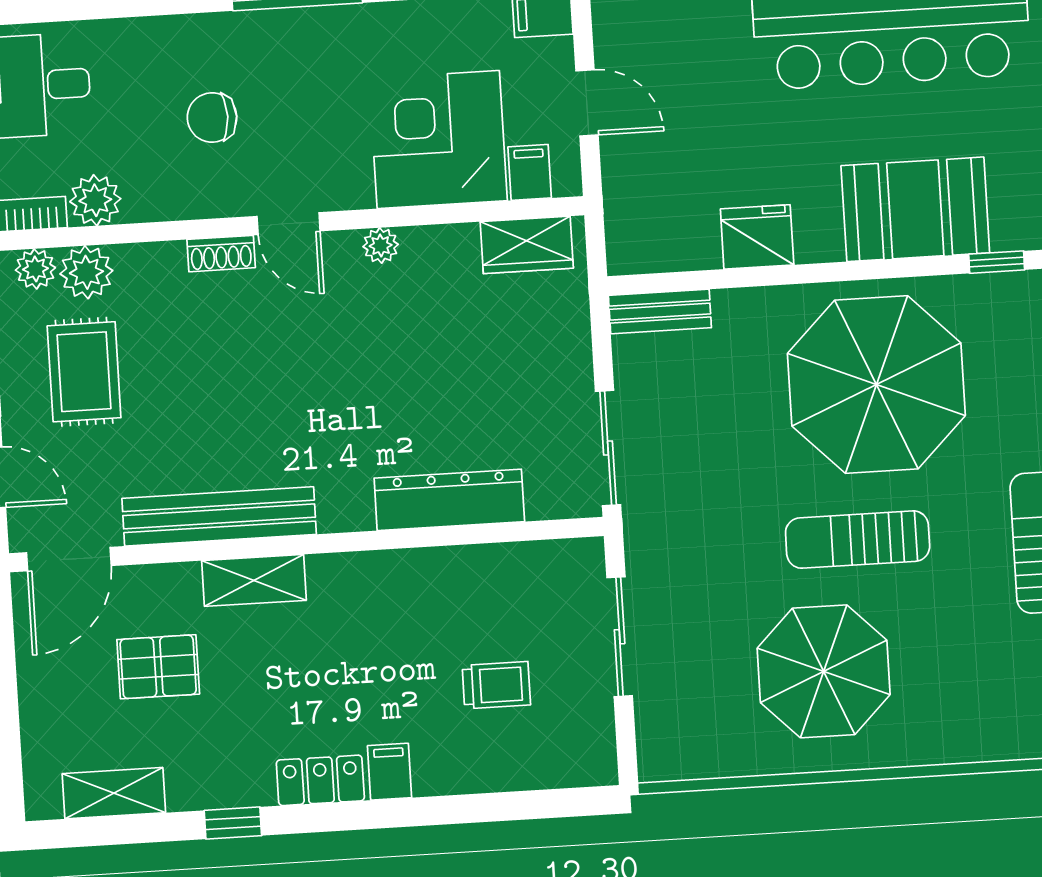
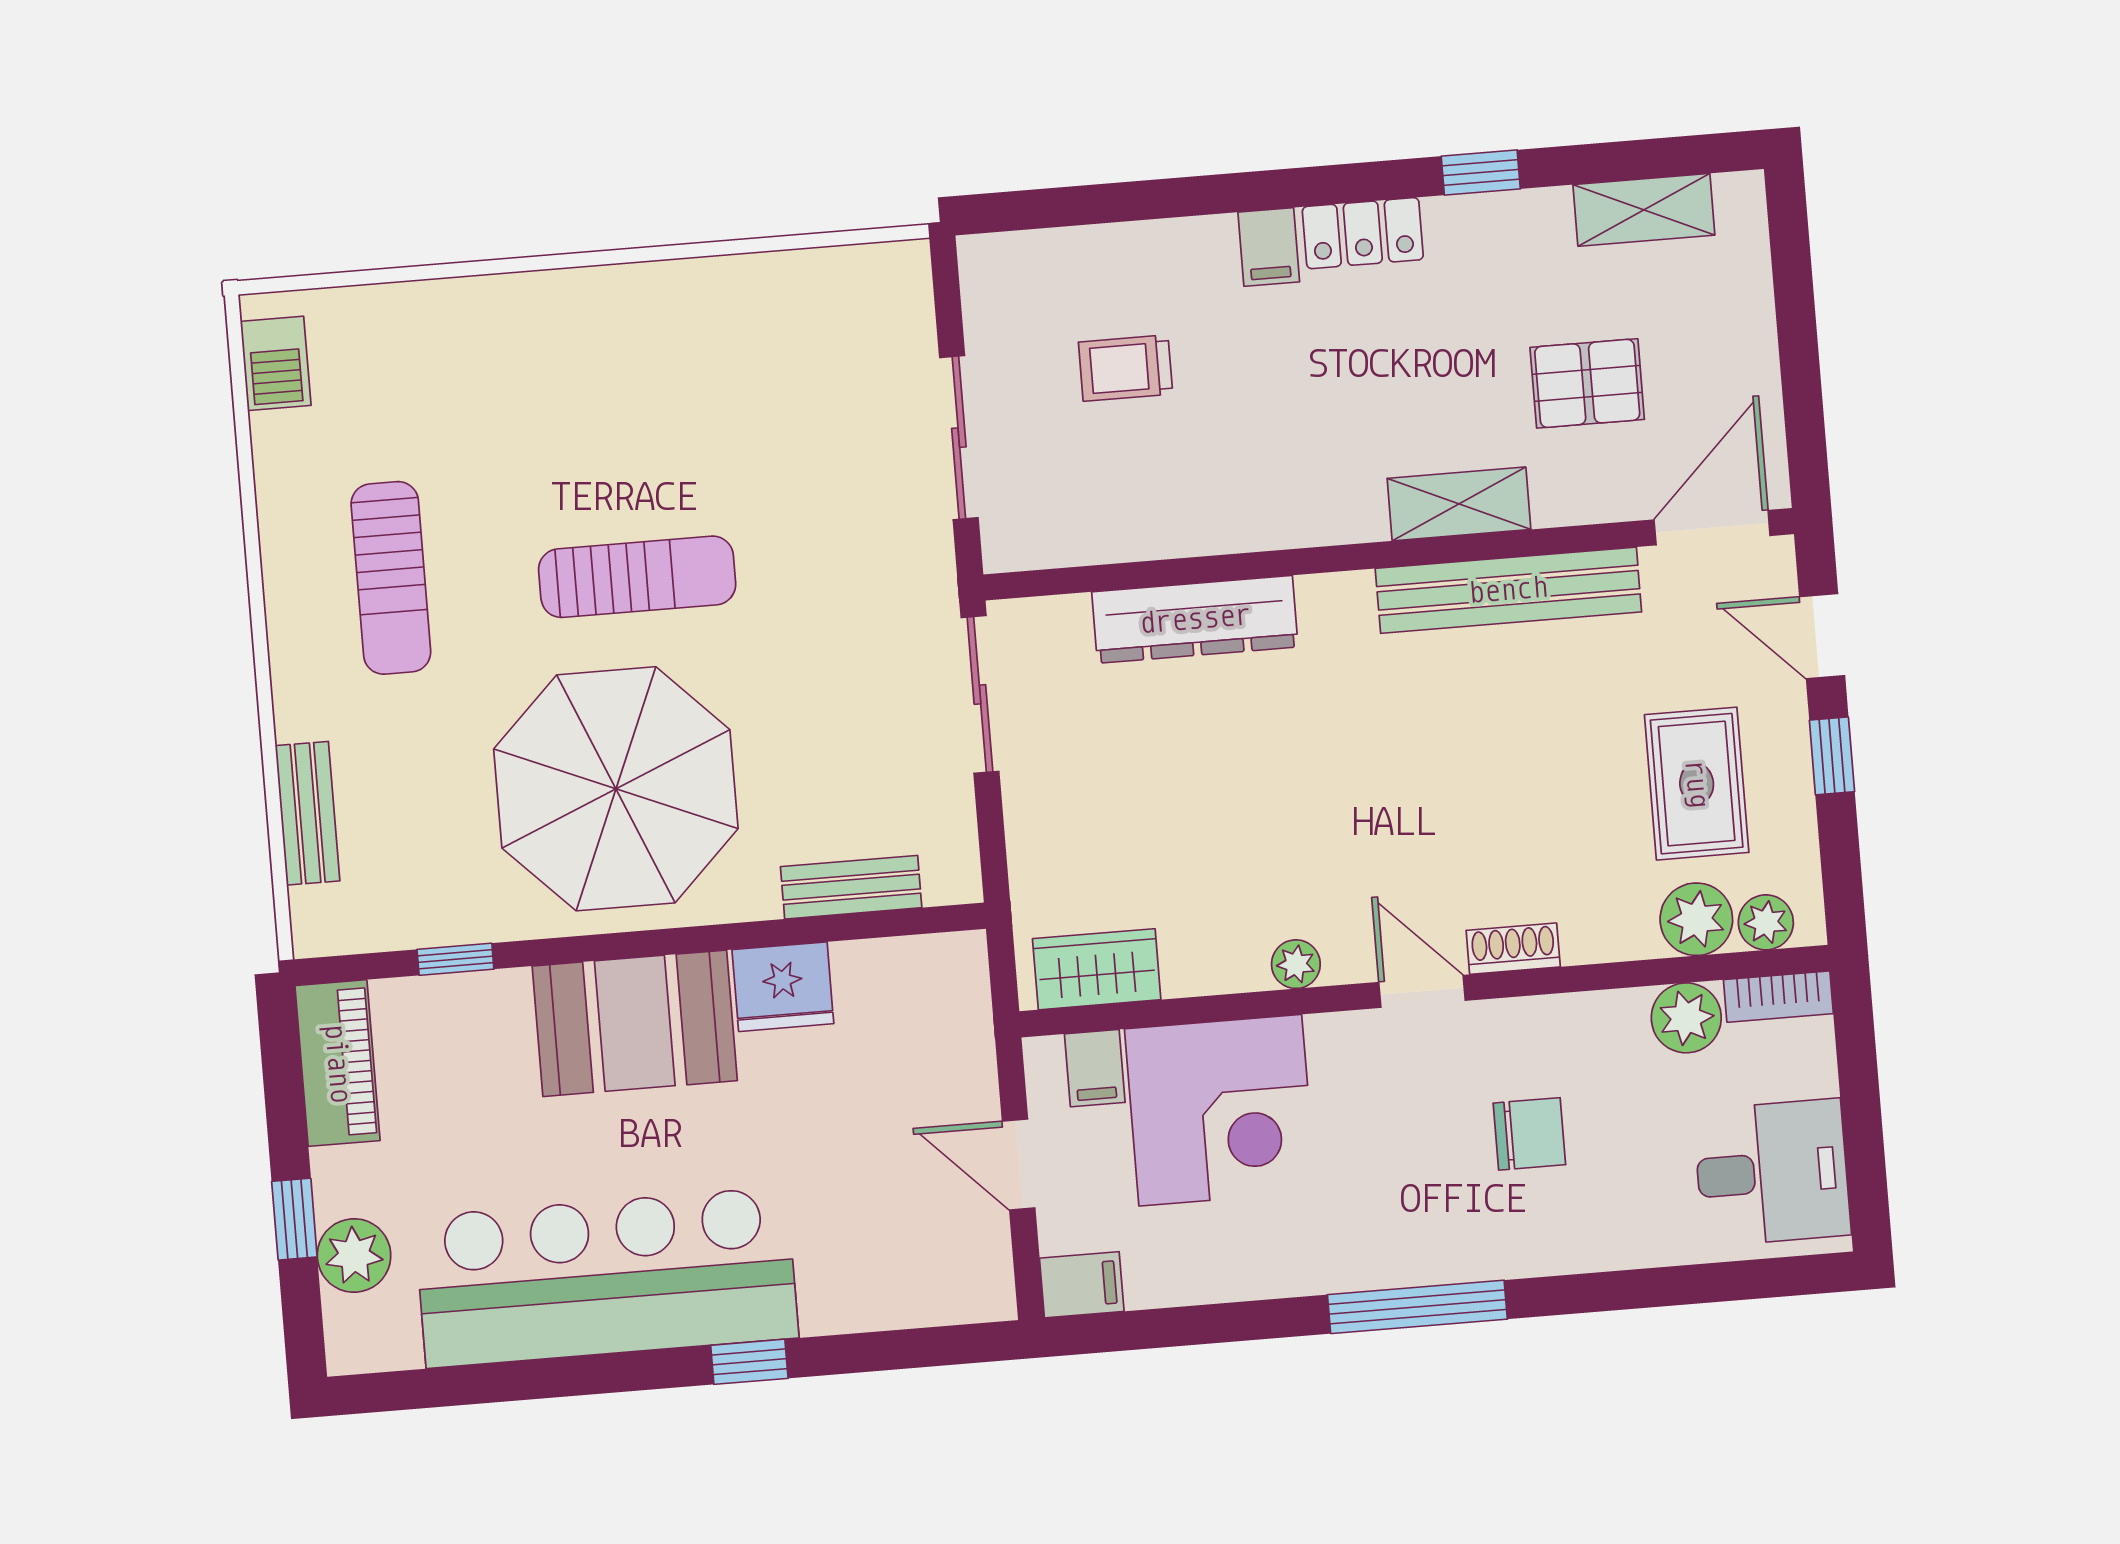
booth: (915, 209) -> (635, 1023), moved
bench: (660, 312) -> (851, 887), moved
parasol: (824, 671) -> (680, 396), removed

